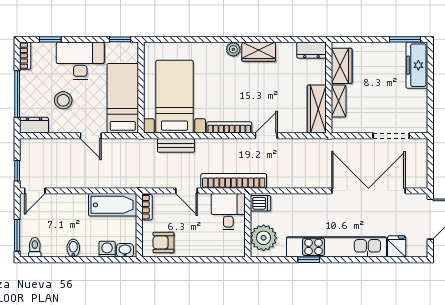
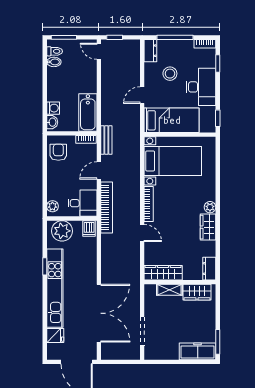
bench: (176, 145) -> (106, 140), moved
bidet: (73, 248) -> (54, 62), moved
plant: (232, 250) -> (52, 206), added

